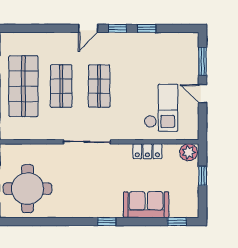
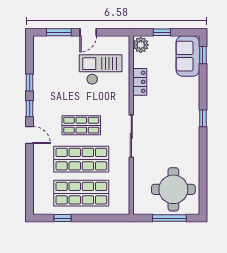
shop shelf: (61, 86) -> (81, 159), width x1.43, depth x1.36
sofa: (146, 205) -> (188, 56), moved

